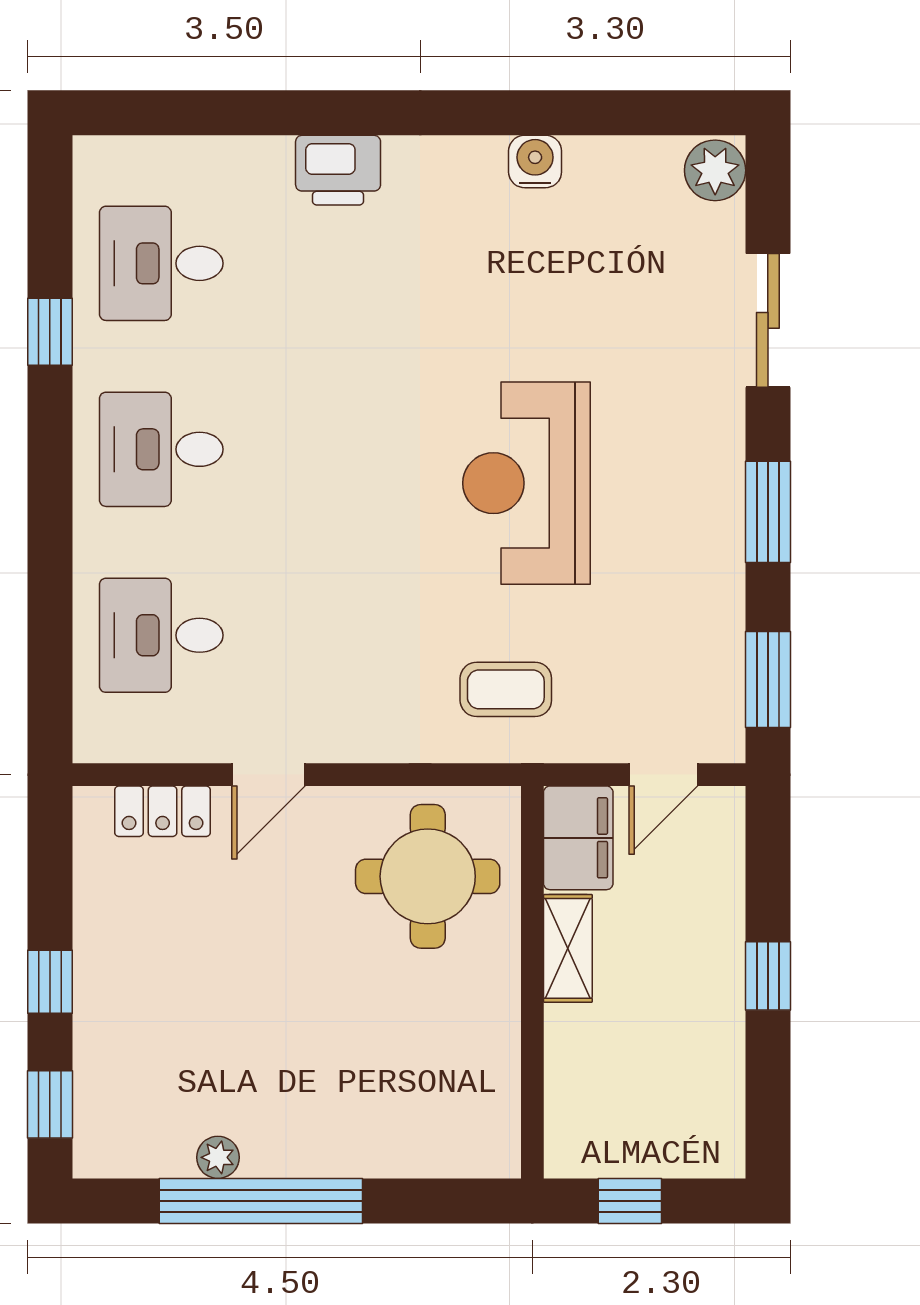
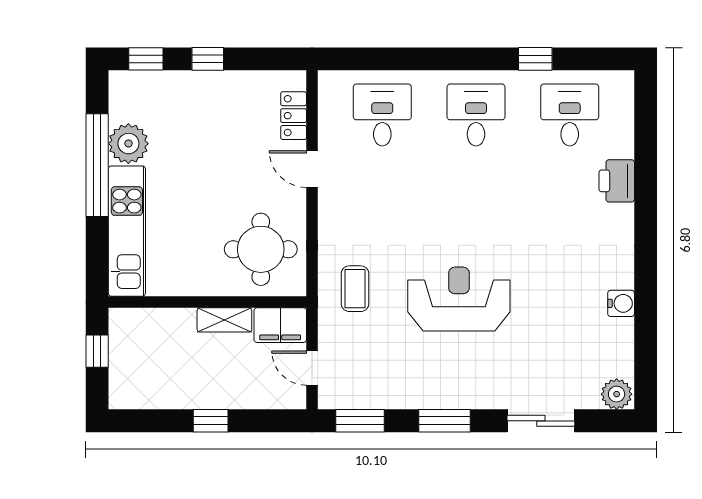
printer: (338, 170) -> (617, 181), moved
kitchen unit: (392, 1142) -> (127, 231), added
plant: (218, 1157) -> (128, 144), width x1.88, depth x1.88

